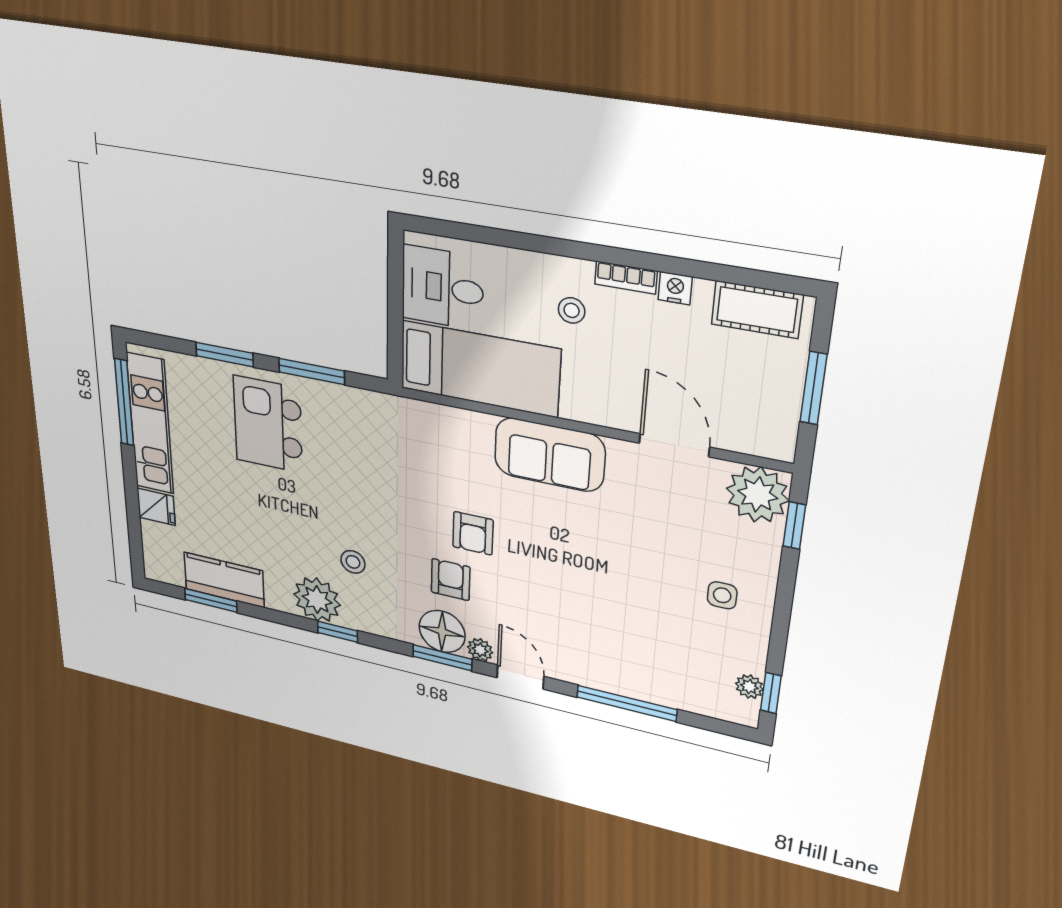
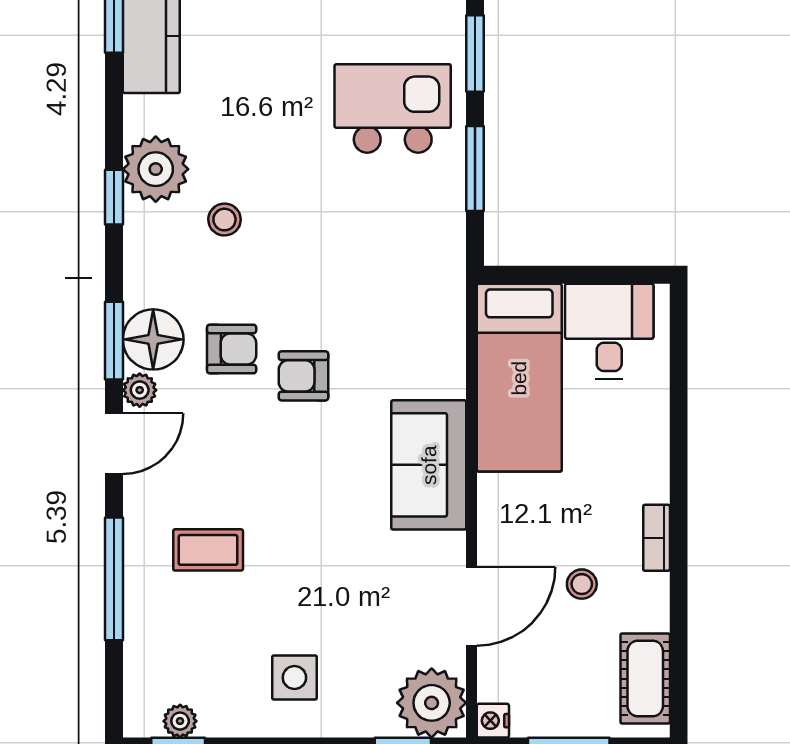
nightstand: (675, 288) -> (493, 721), moved, turned 180
stool: (572, 310) -> (582, 584), moved
side table: (722, 595) -> (294, 678), width x1.37, depth x1.37
coffee table: (609, 633) -> (208, 550), added

